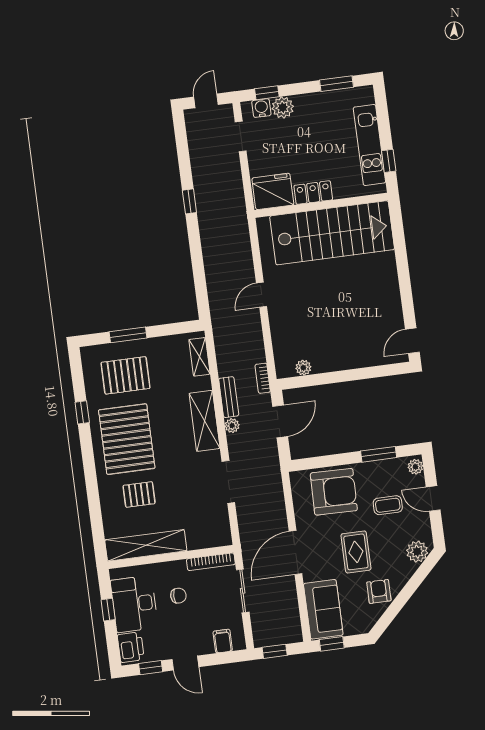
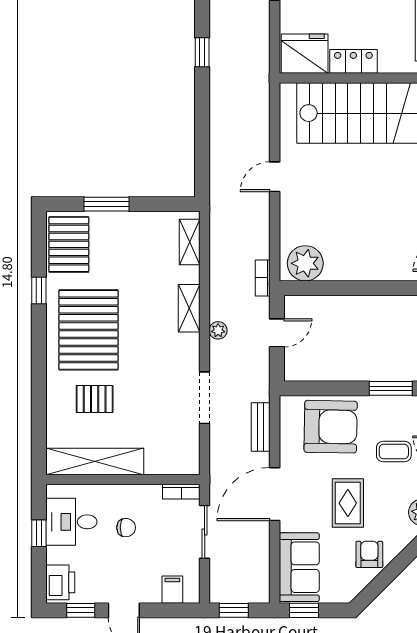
plant: (303, 368) -> (305, 263), width x1.88, depth x1.88
pallet: (126, 375) -> (69, 244), moved, turned 90
bench: (229, 397) -> (261, 427), moved
shelving: (205, 421) -> (189, 308), width x0.67, depth x0.75
door: (280, 421) -> (277, 333), width x0.73
bookcase: (211, 562) -> (181, 492), width x0.64
desk: (134, 604) -> (71, 522), width x0.73

